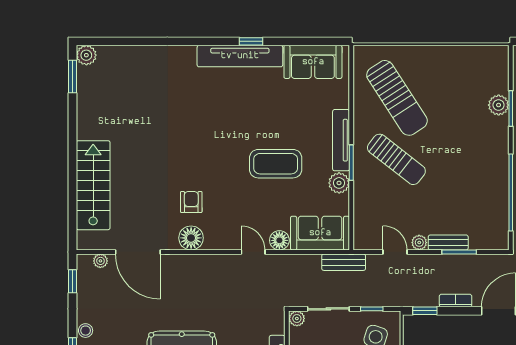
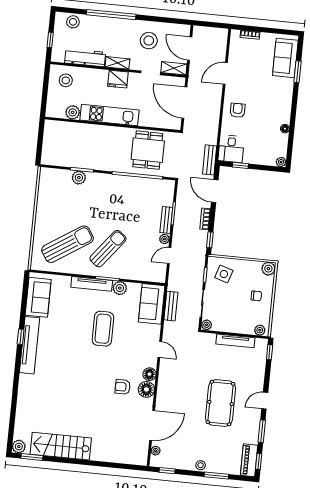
stairs: (93, 185) -> (61, 446), moved
floor lamp: (279, 240) -> (149, 374), moved
door: (253, 252) -> (160, 349), swing flipped
bench: (344, 262) -> (171, 306), moved

